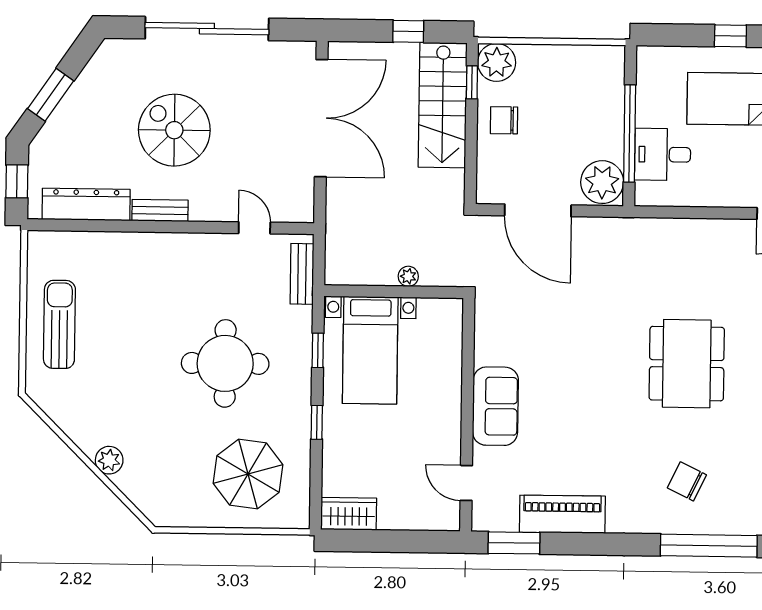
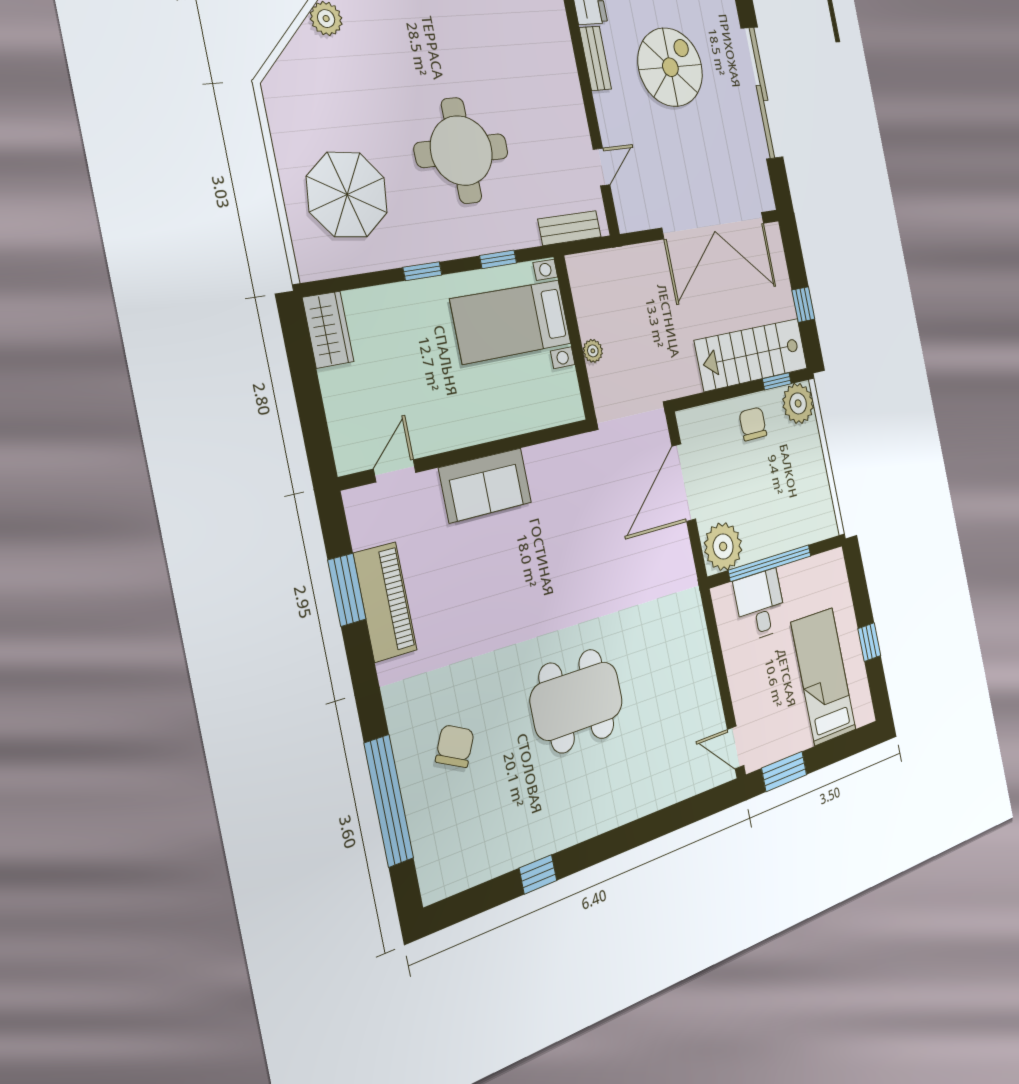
window: (514, 543) -> (347, 590), moved

